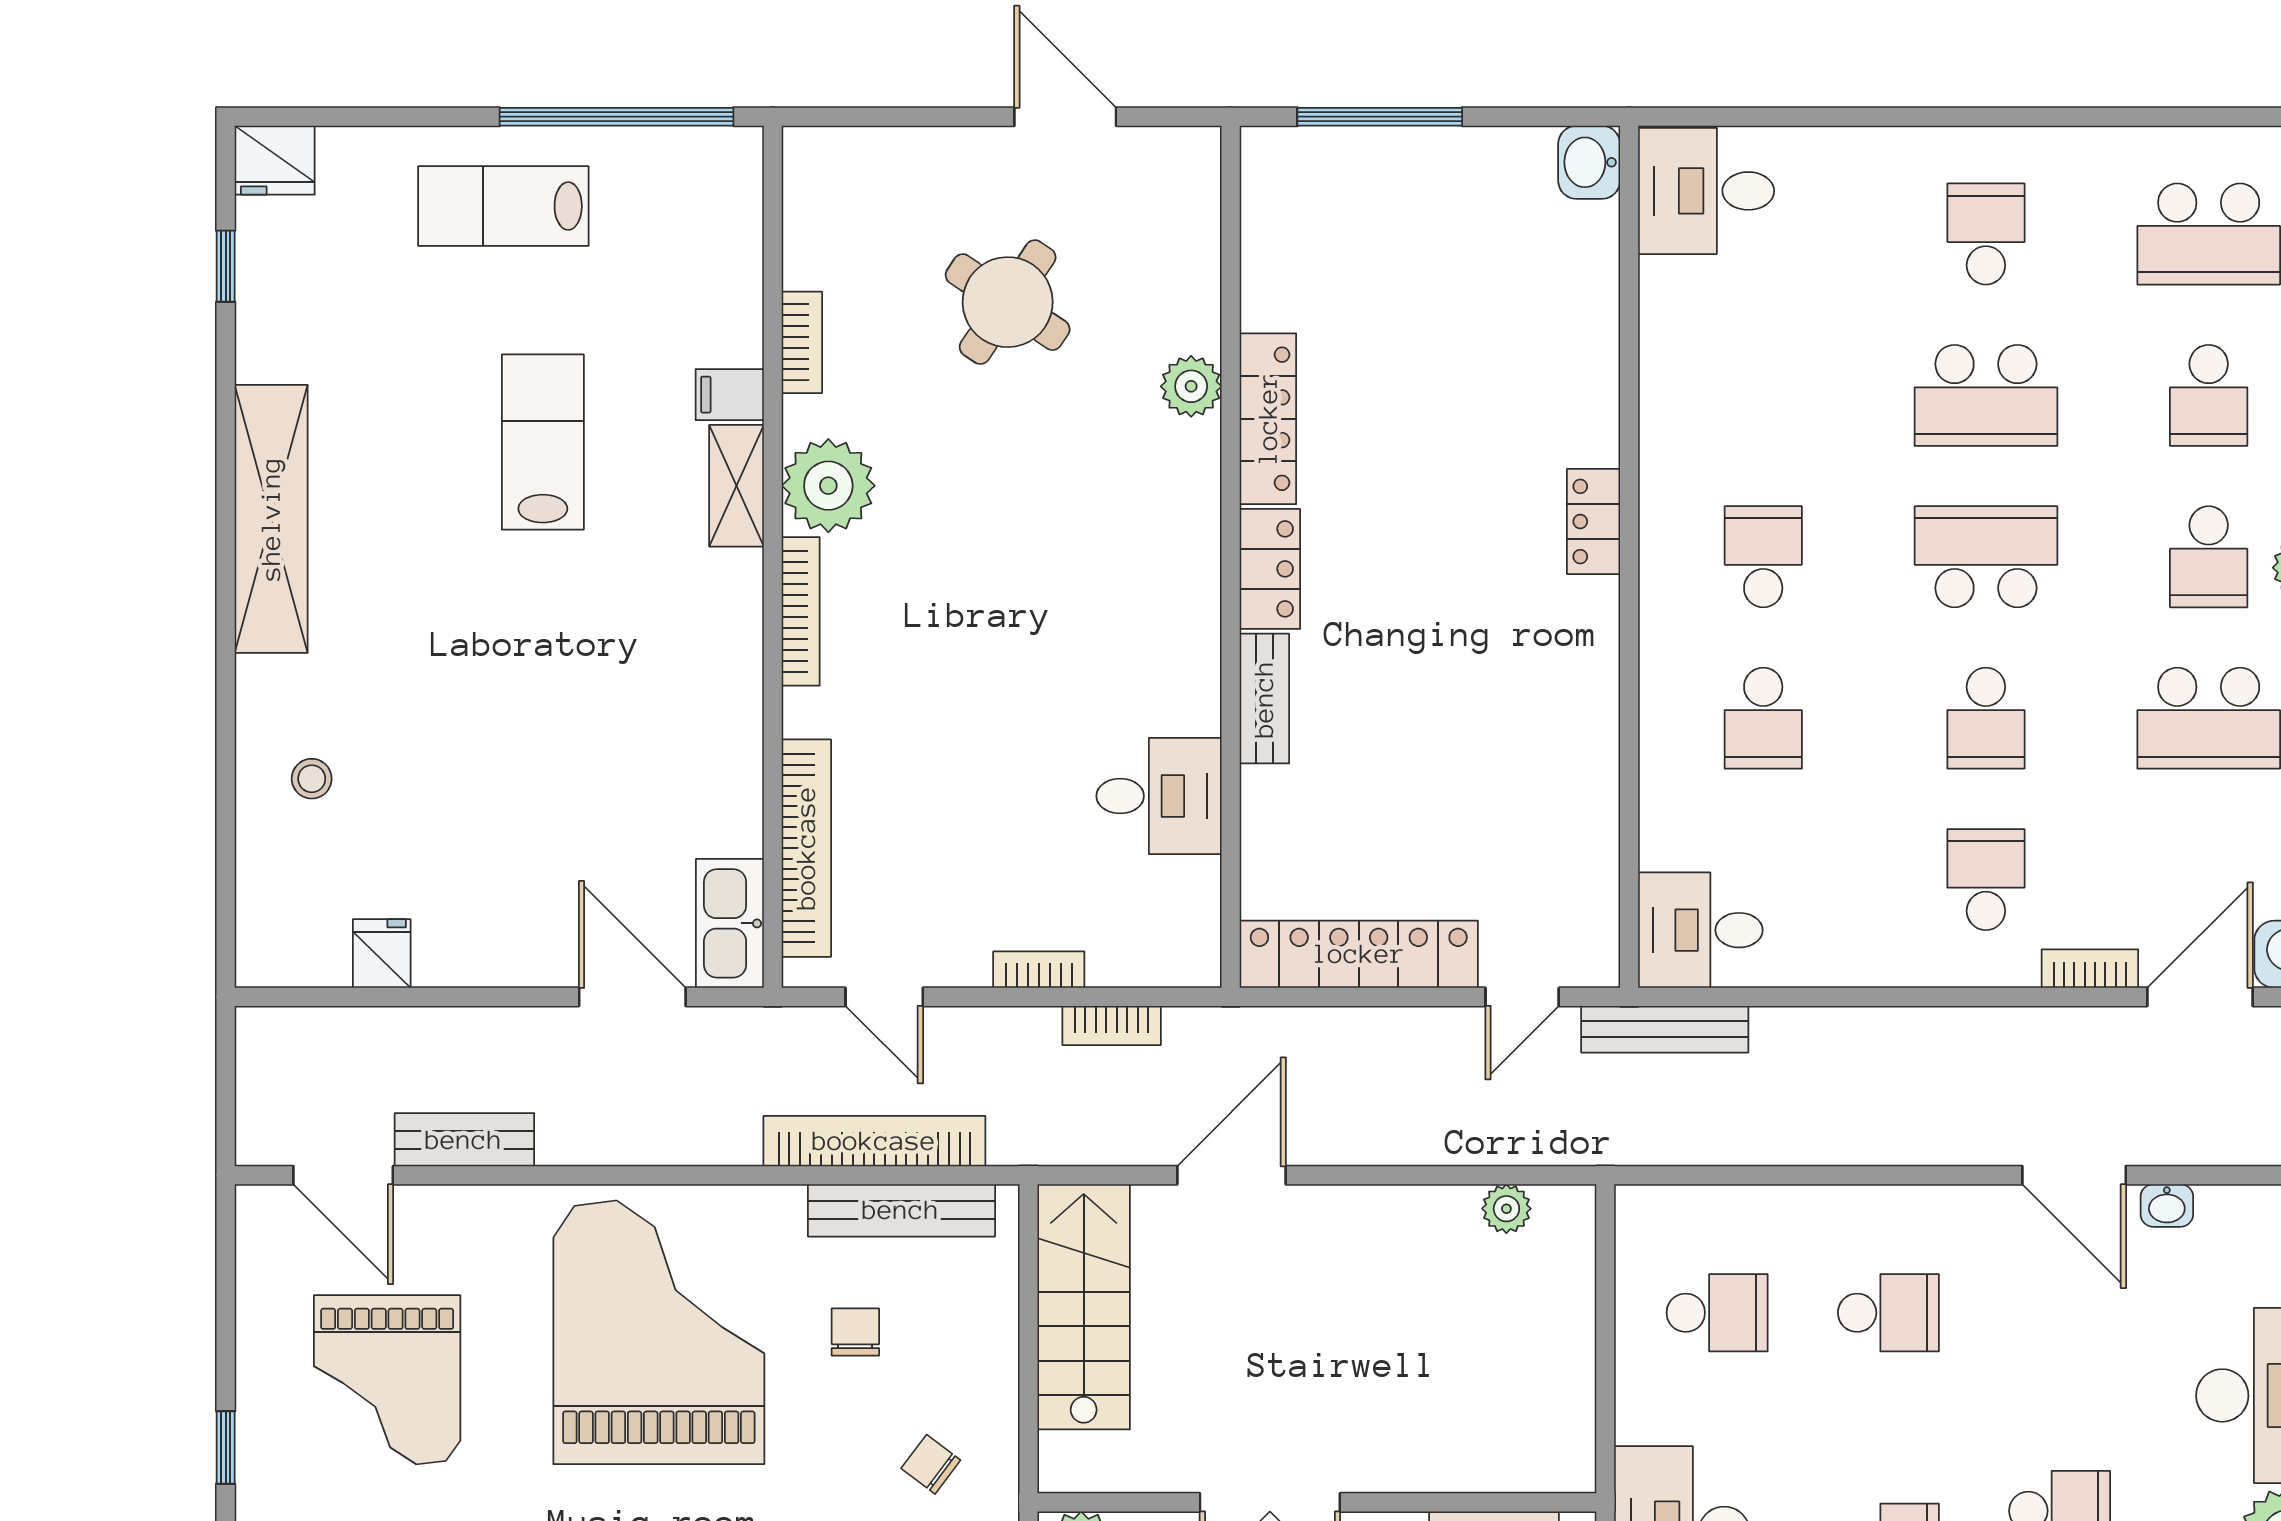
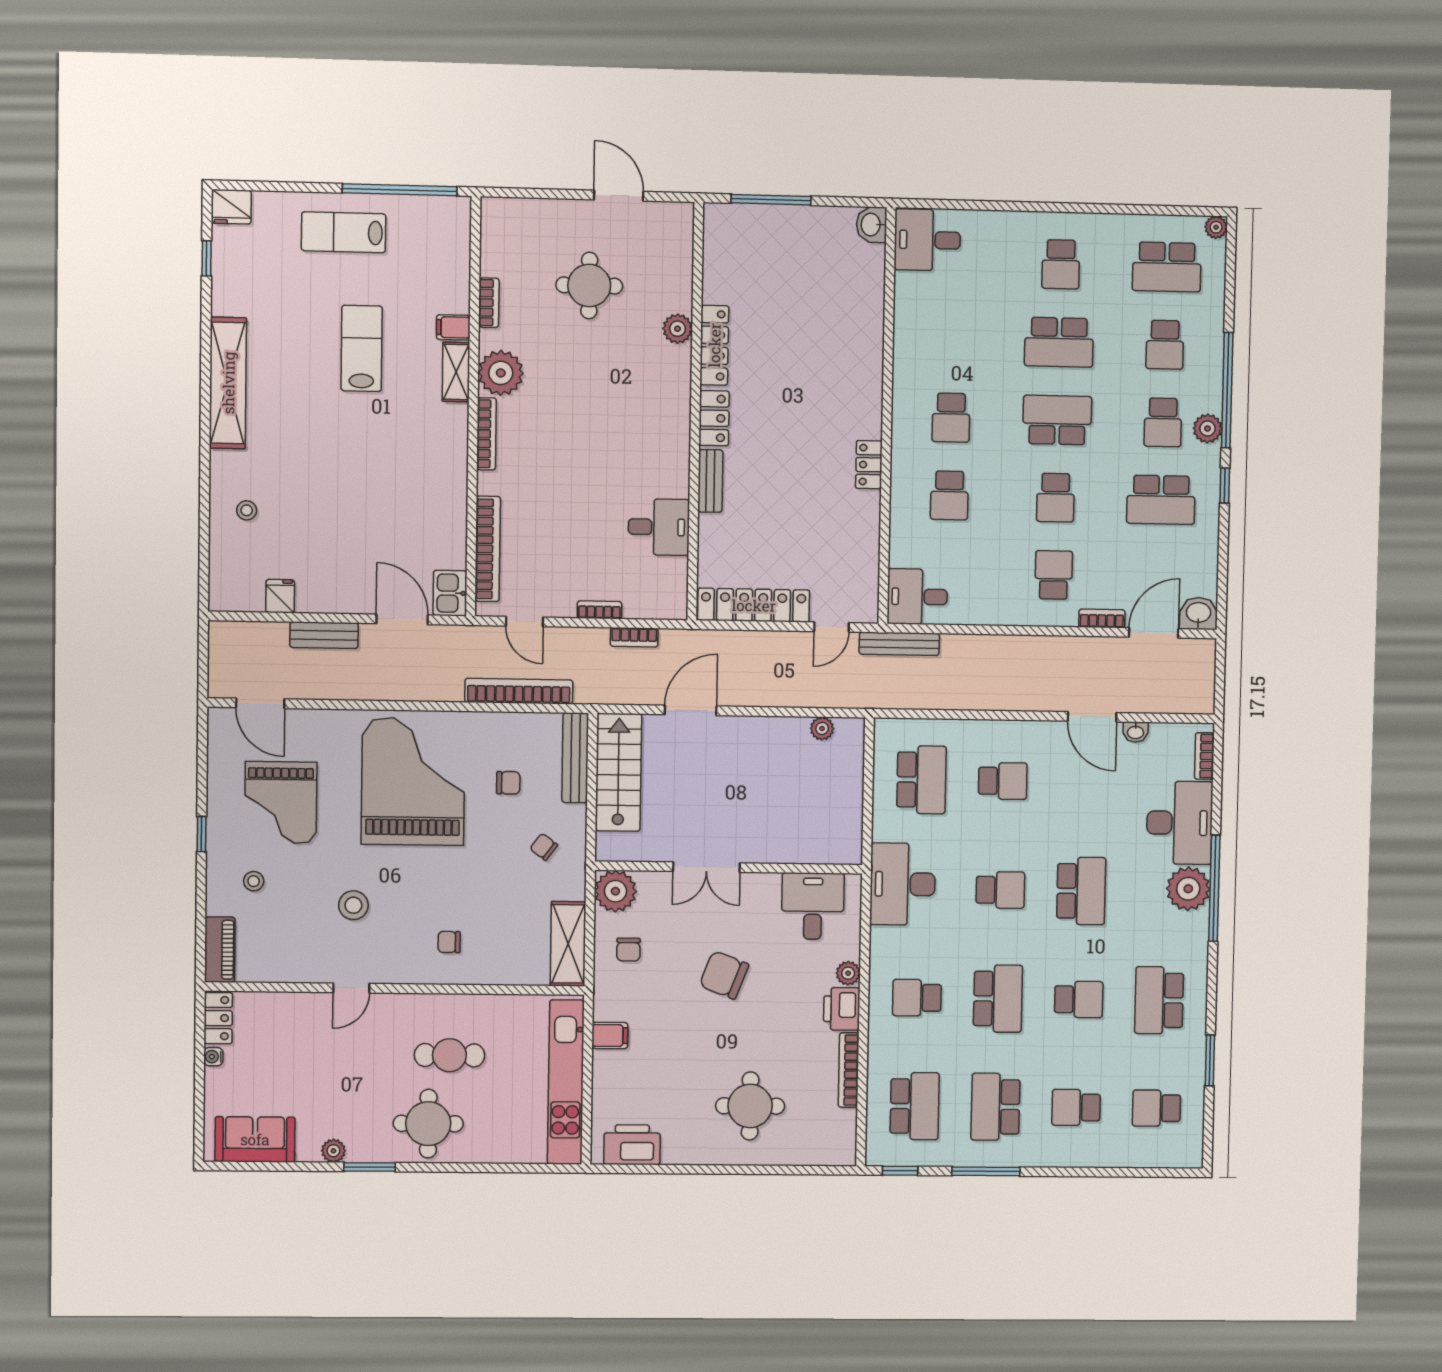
school desk: (1986, 234) -> (1061, 264), turned 180
round table: (1008, 302) -> (589, 285), turned -34
locker: (1594, 522) -> (869, 465), moved
school desk: (1763, 557) -> (951, 418), turned 180
kitchen sink: (730, 923) -> (450, 593), width x0.73
bench: (464, 1140) -> (324, 635), moved
bench: (901, 1210) -> (575, 758), moved, turned 90
school desk: (1717, 1313) -> (921, 780), width x1.85
chair: (855, 1332) -> (508, 783), turned 90

